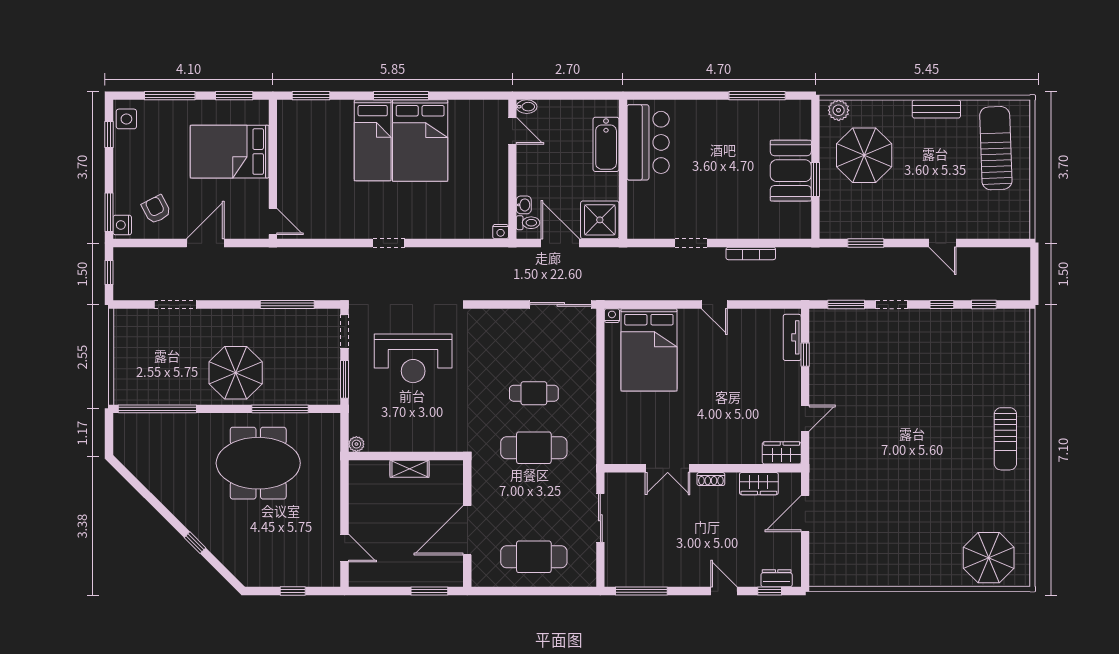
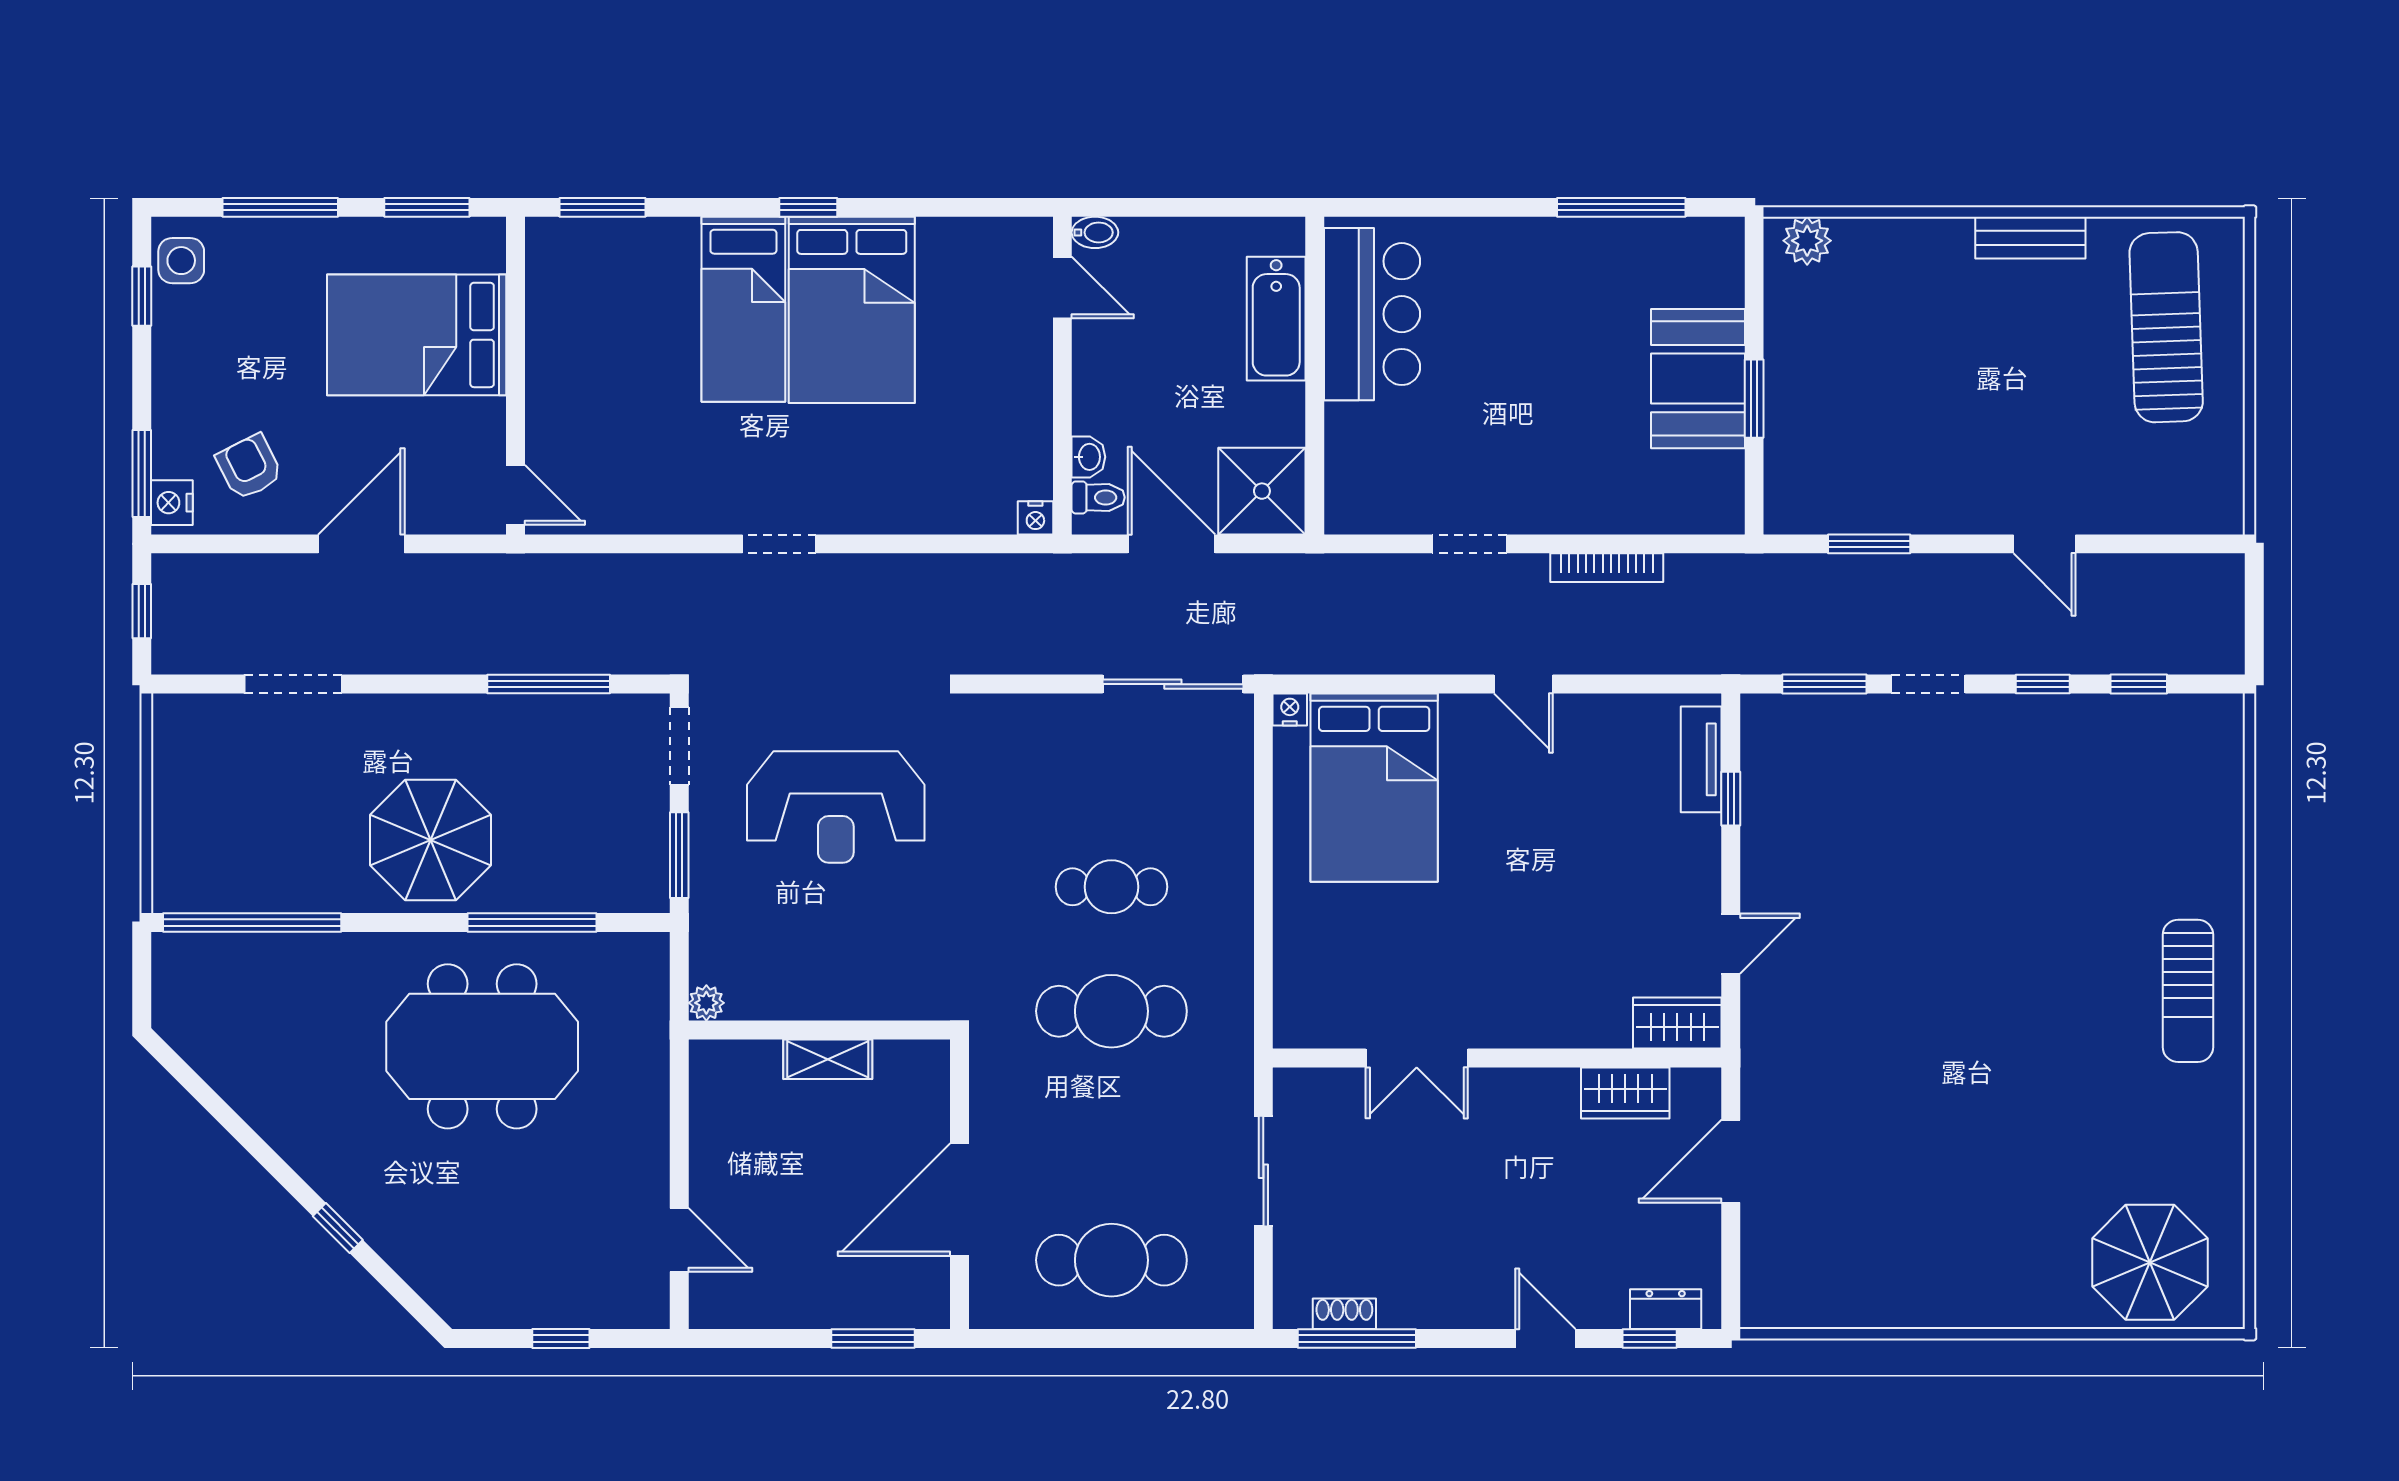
window: (401, 96) -> (808, 207), width x0.46
parasol: (864, 155) -> (1865, 343), removed
shoe rack: (711, 479) -> (1344, 1314), moved, turned 180

